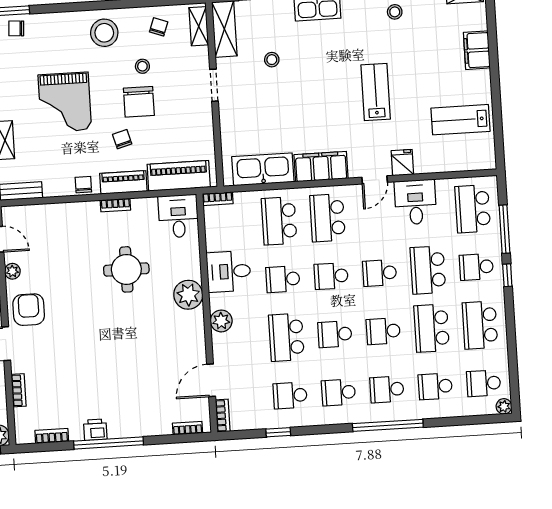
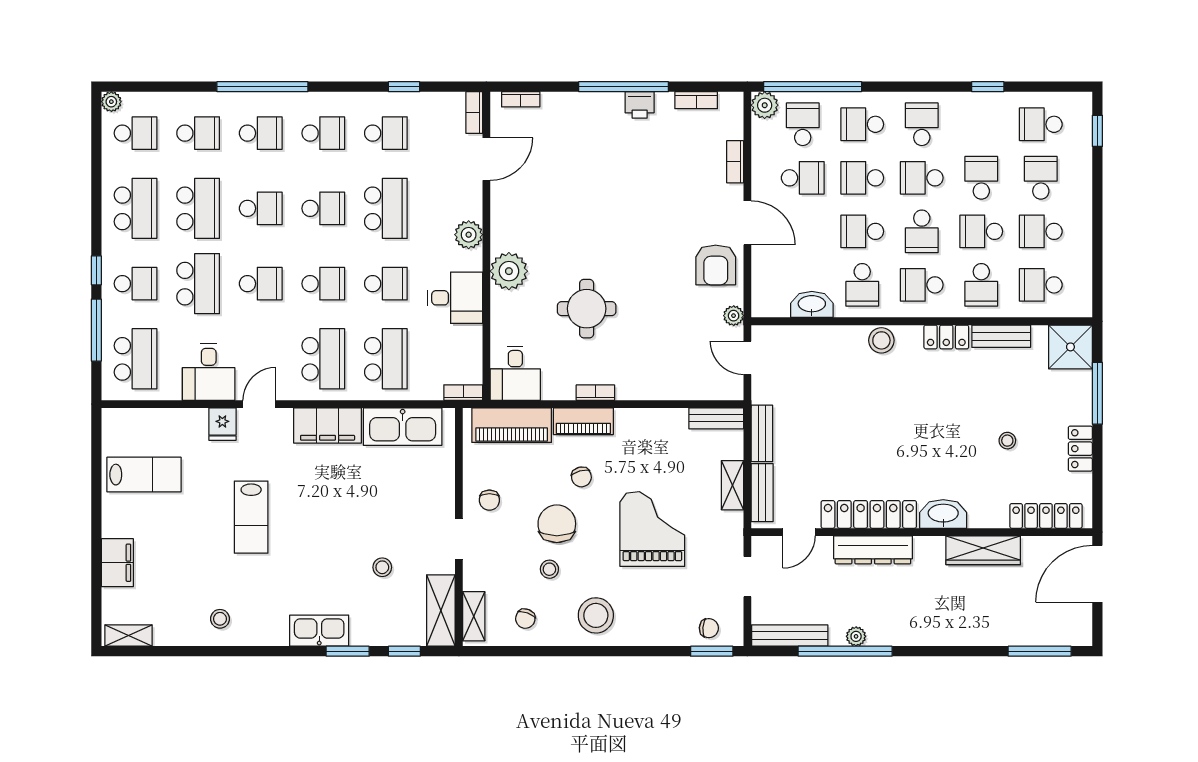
chair: (83, 185) -> (489, 500), moved

